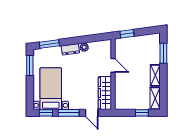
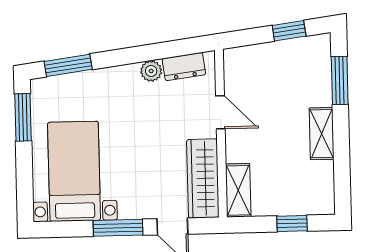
window: (127, 34) -> (289, 31), moved
dresser: (70, 49) -> (184, 67), moved
shelving: (155, 98) -> (238, 190), moved
window: (46, 113) -> (64, 229), removed

